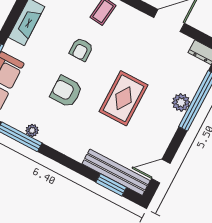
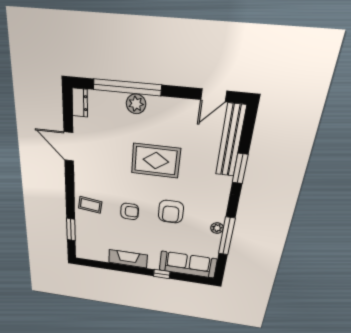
door: (161, 171) -> (214, 95), hinge flipped
window: (111, 185) -> (240, 169), moved

